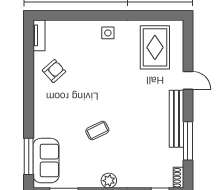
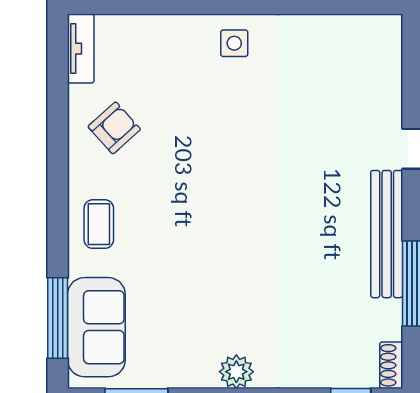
rug: (155, 47) -> (339, 75), removed
coffee table: (97, 130) -> (99, 224), moved, turned -64

